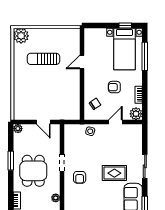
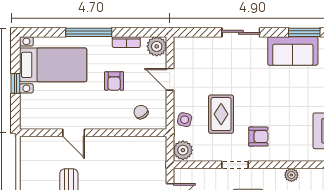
window: (125, 25) -> (15, 83), moved
window: (145, 56) -> (89, 32), moved
plant: (71, 130) -> (183, 150), added
rug: (114, 173) -> (221, 114), moved

